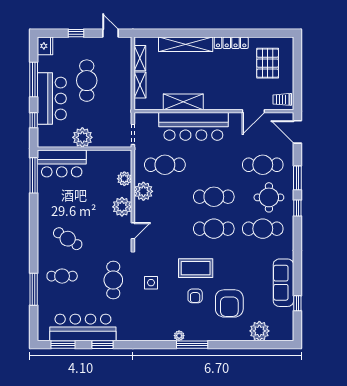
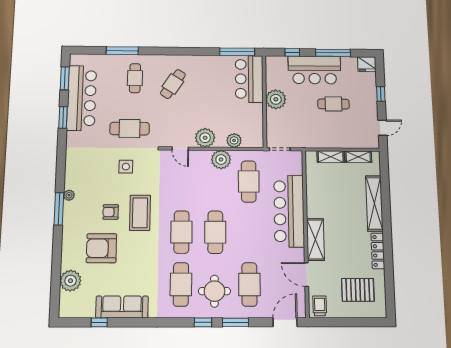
cafe table: (87, 81) -> (333, 104), width x0.73, depth x0.74
shelving: (183, 102) -> (315, 239), moved

